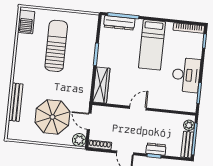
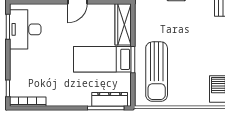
bed: (152, 45) -> (102, 59), moved, turned -90
sun lounger: (56, 46) -> (157, 72), moved
desk: (186, 75) -> (25, 29), moved

